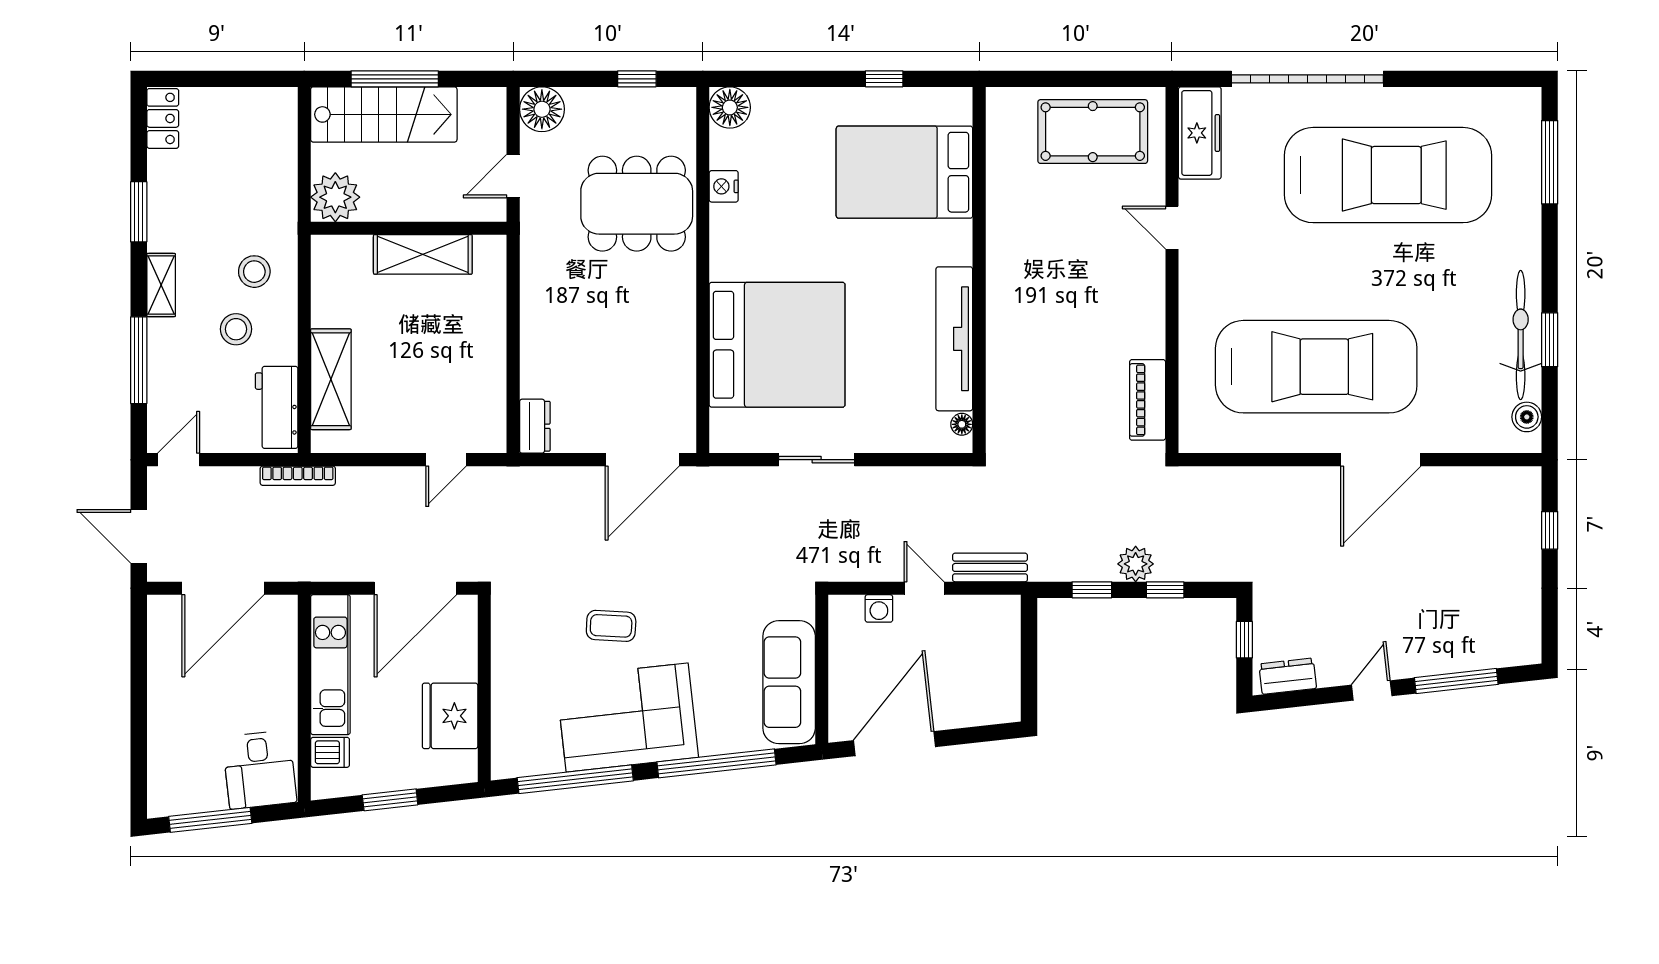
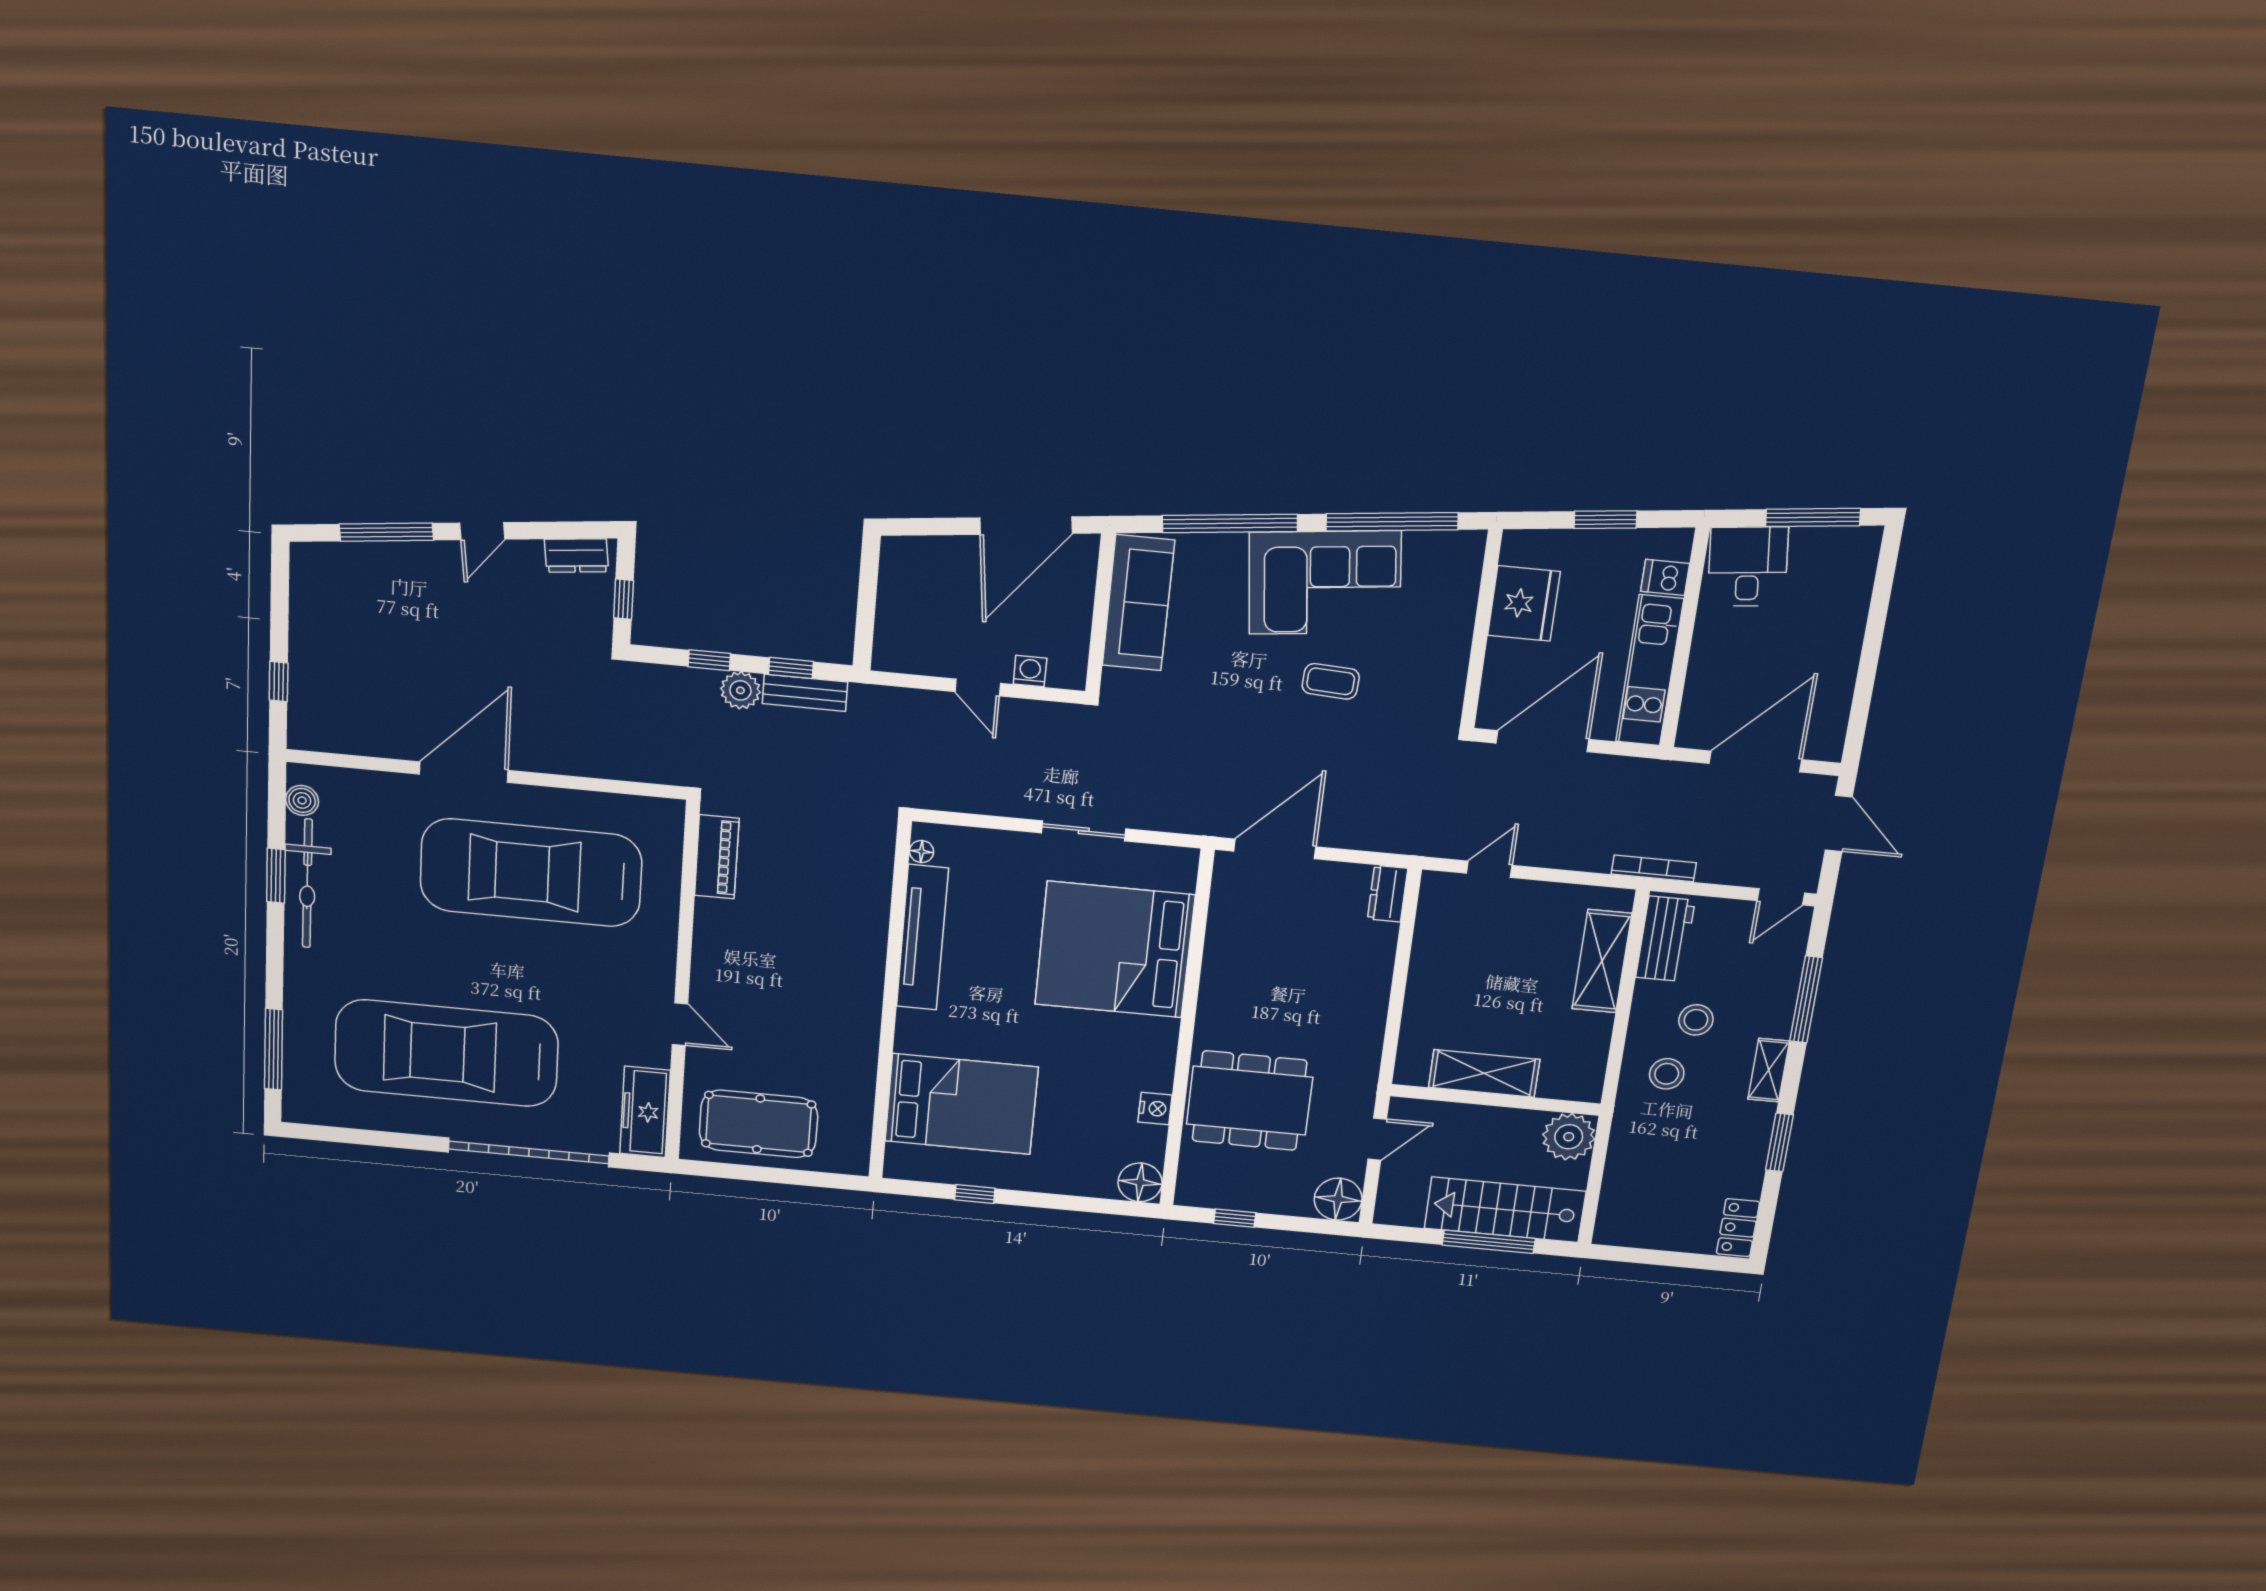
bench: (990, 567) -> (805, 693), moved

